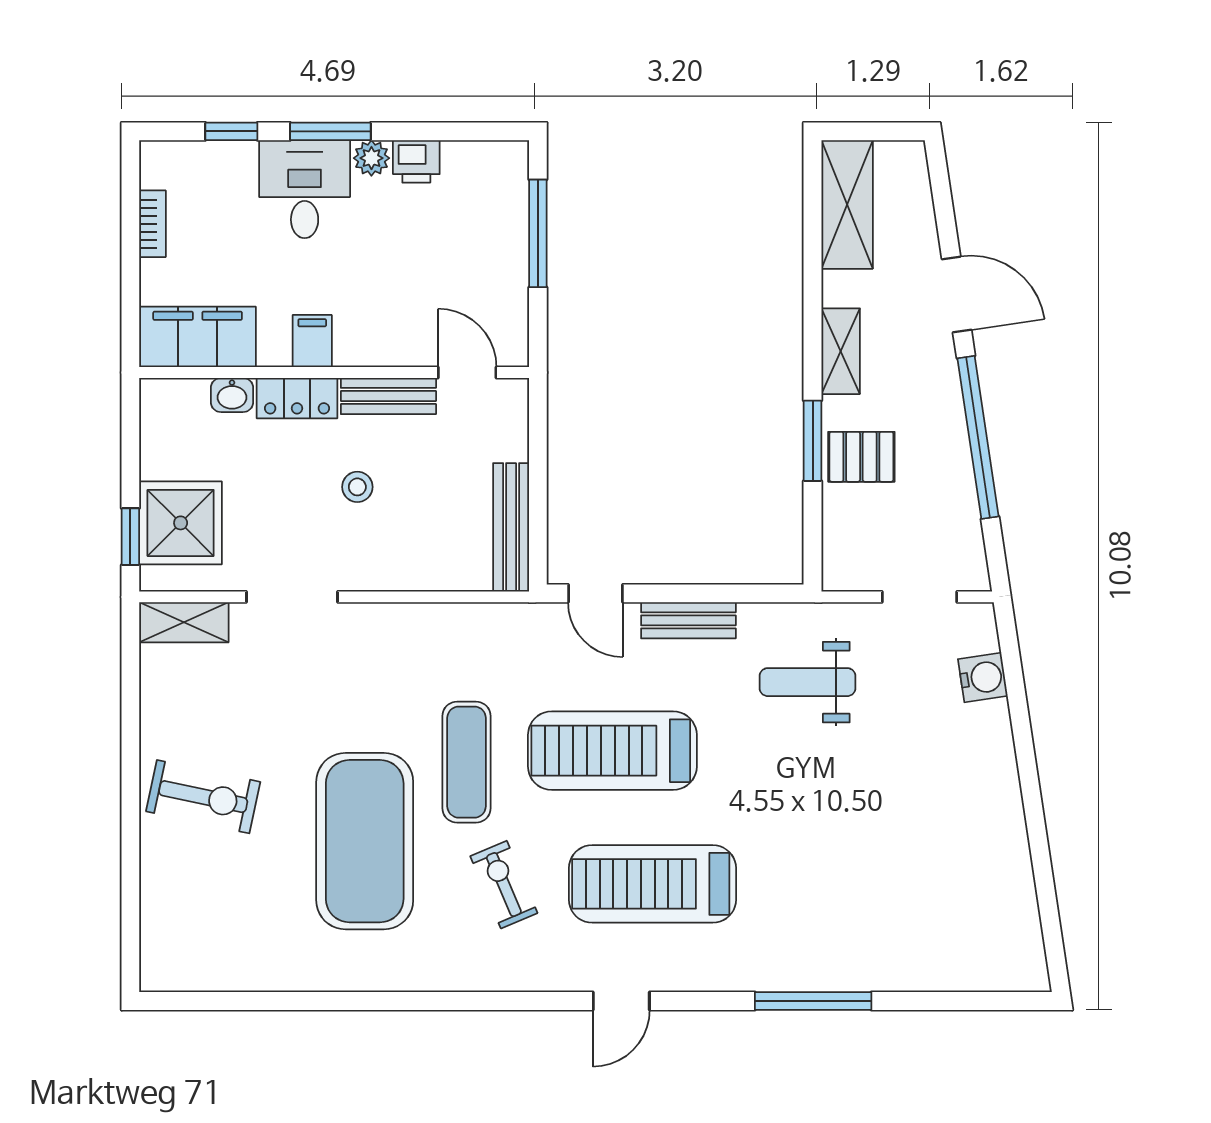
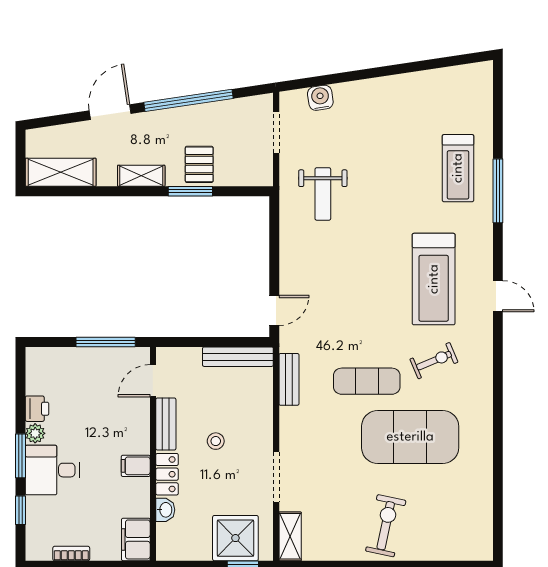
window: (538, 233) -> (106, 342), moved
filing cabinet: (198, 337) -> (136, 539), width x0.67, depth x0.86
bench: (688, 620) -> (289, 379), moved
treadmill: (612, 751) -> (458, 168), moved, width x0.73, depth x0.73
exercise bike: (504, 885) -> (434, 361), turned 180

